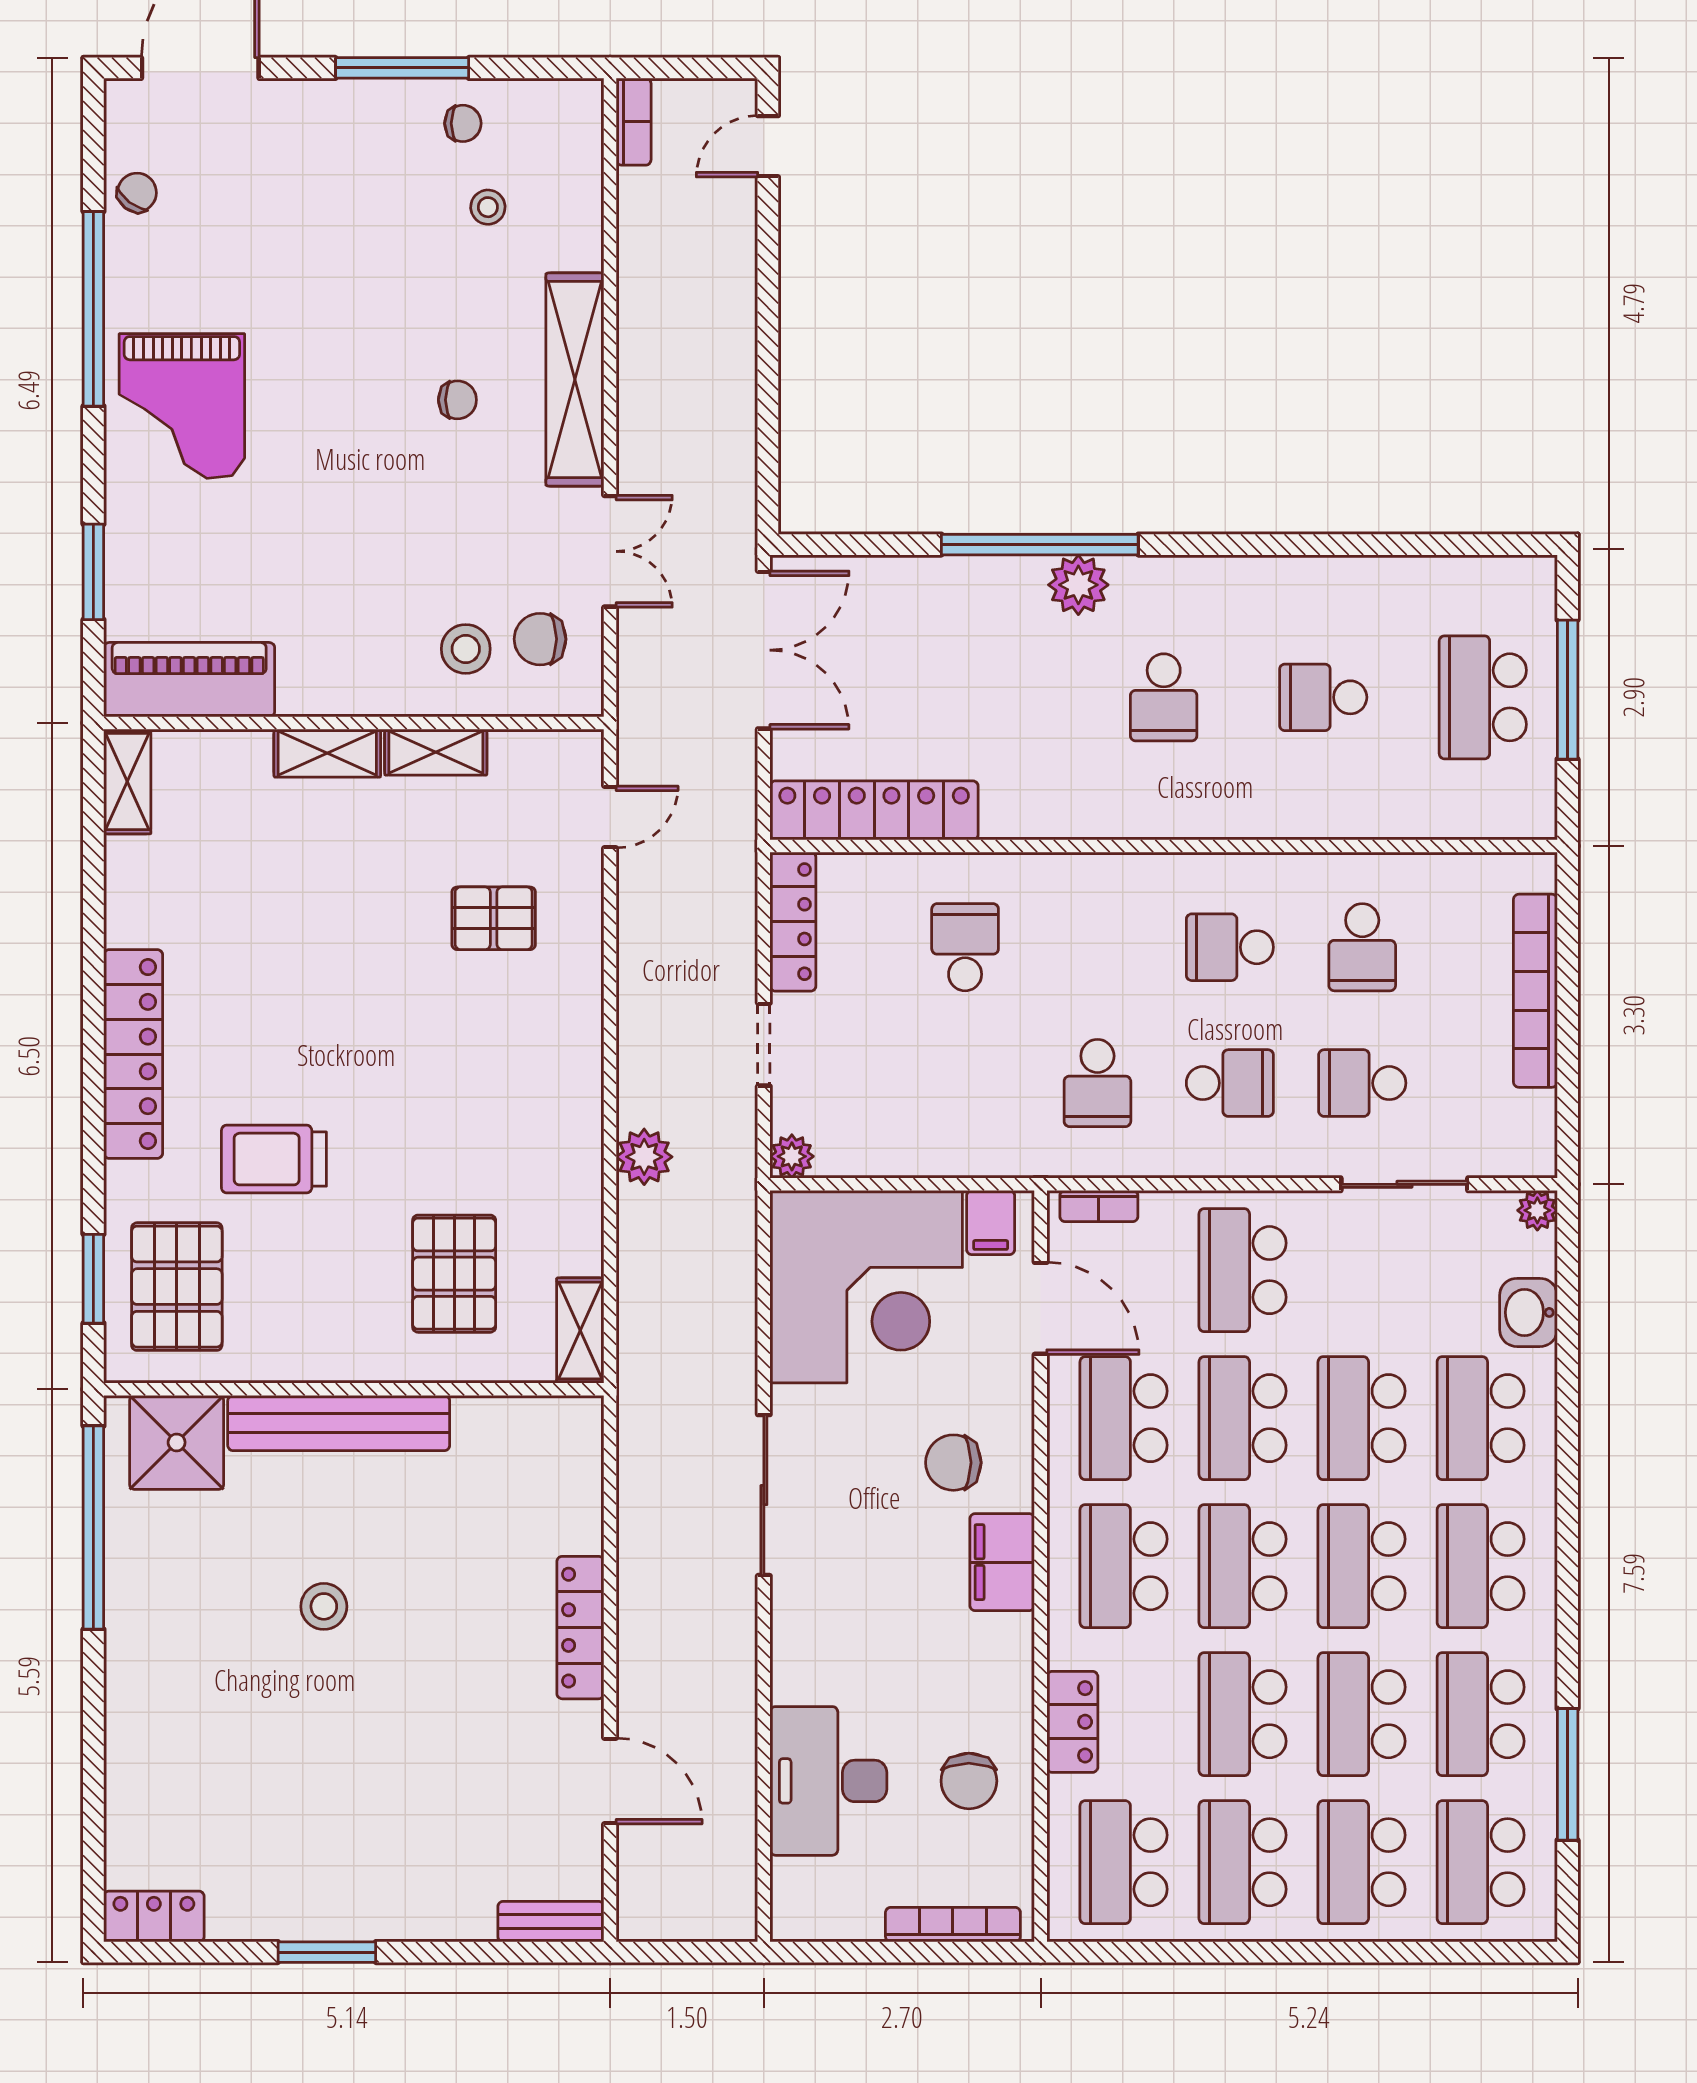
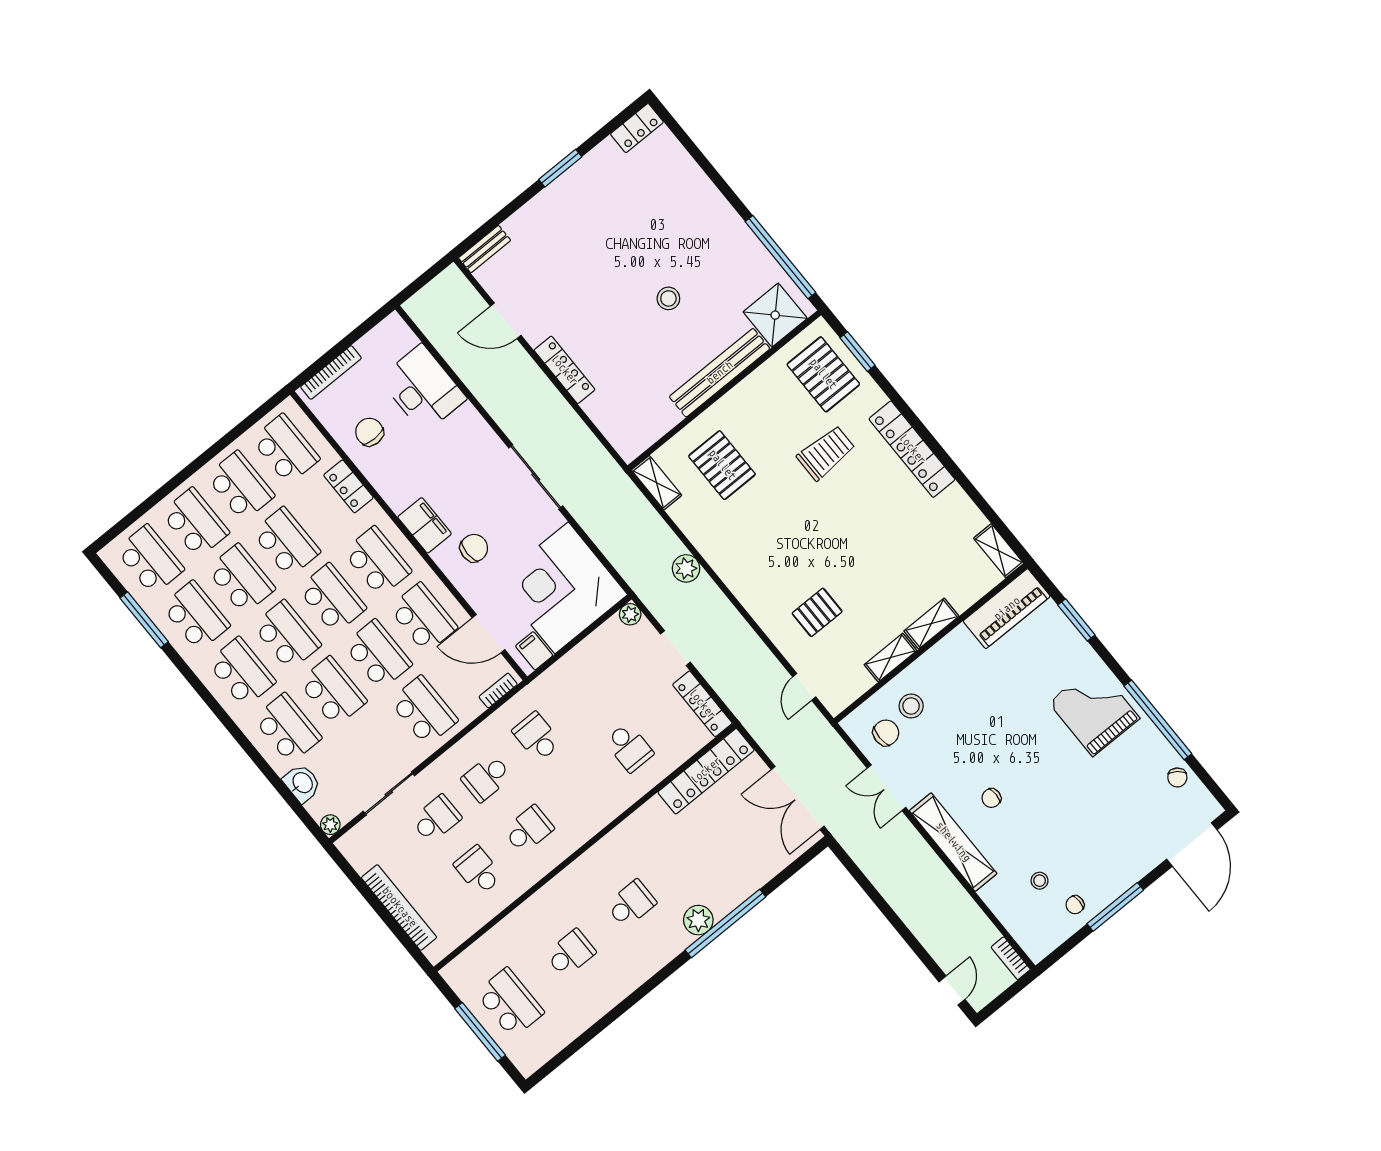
school desk: (1164, 697) -> (631, 904), turned 90

